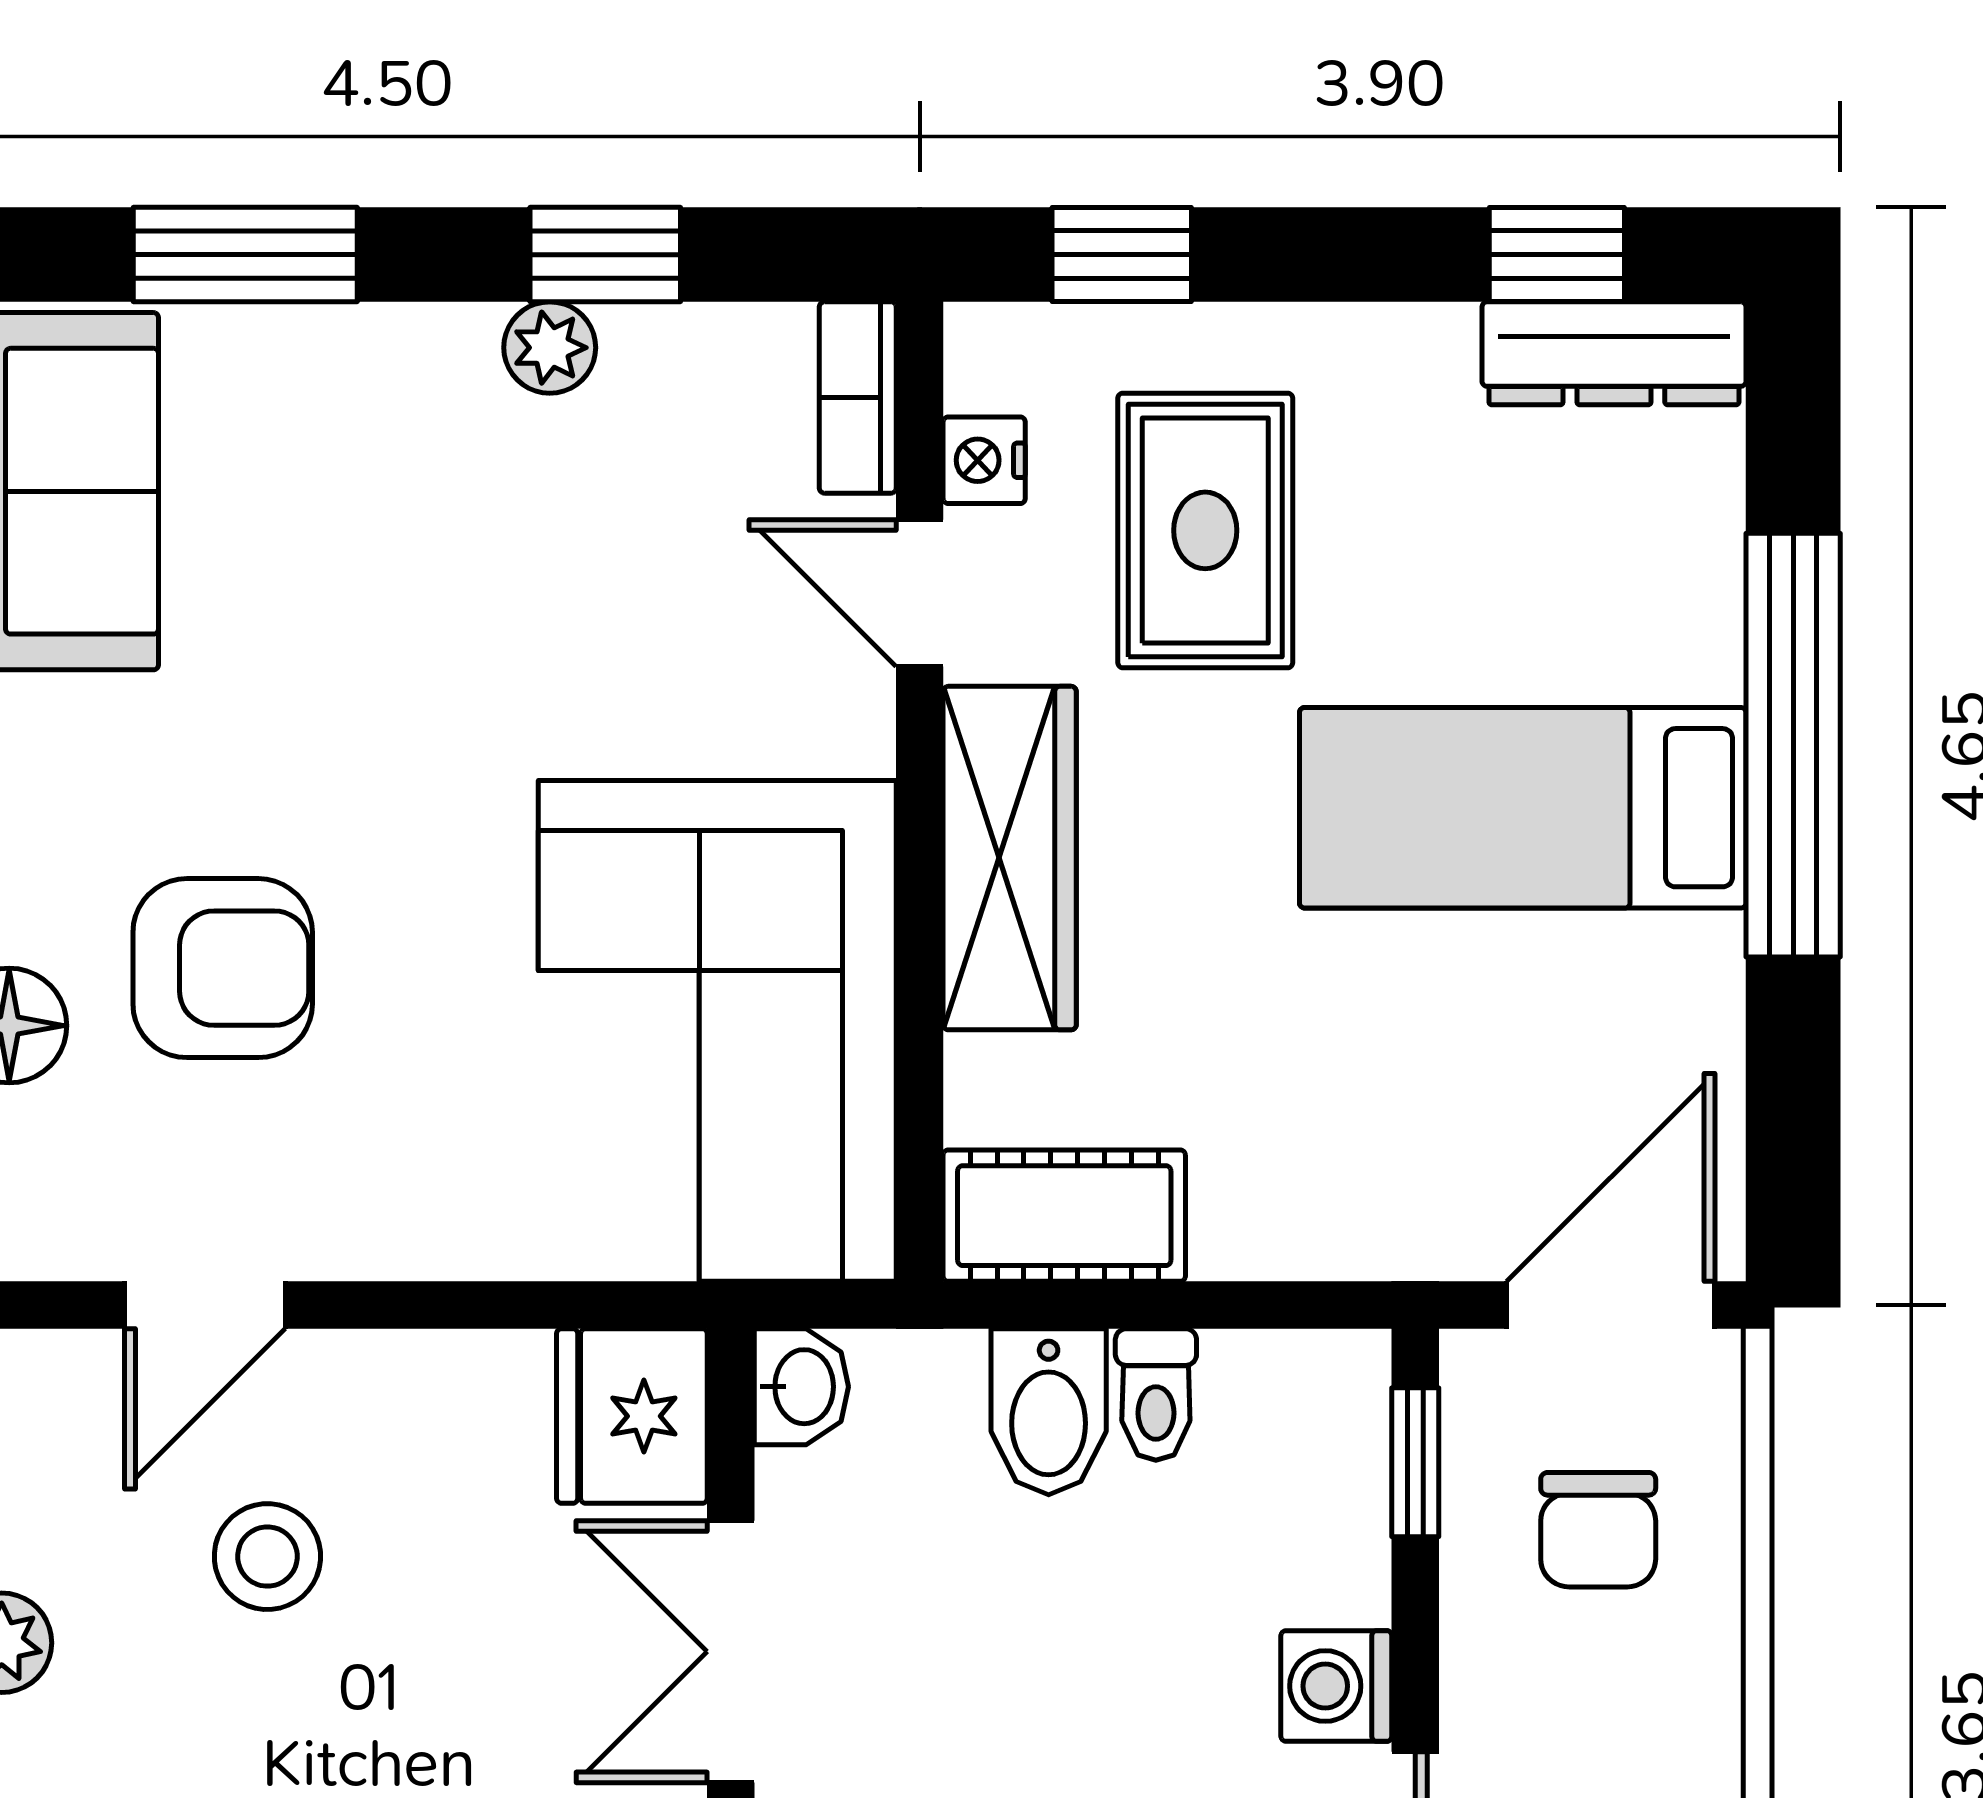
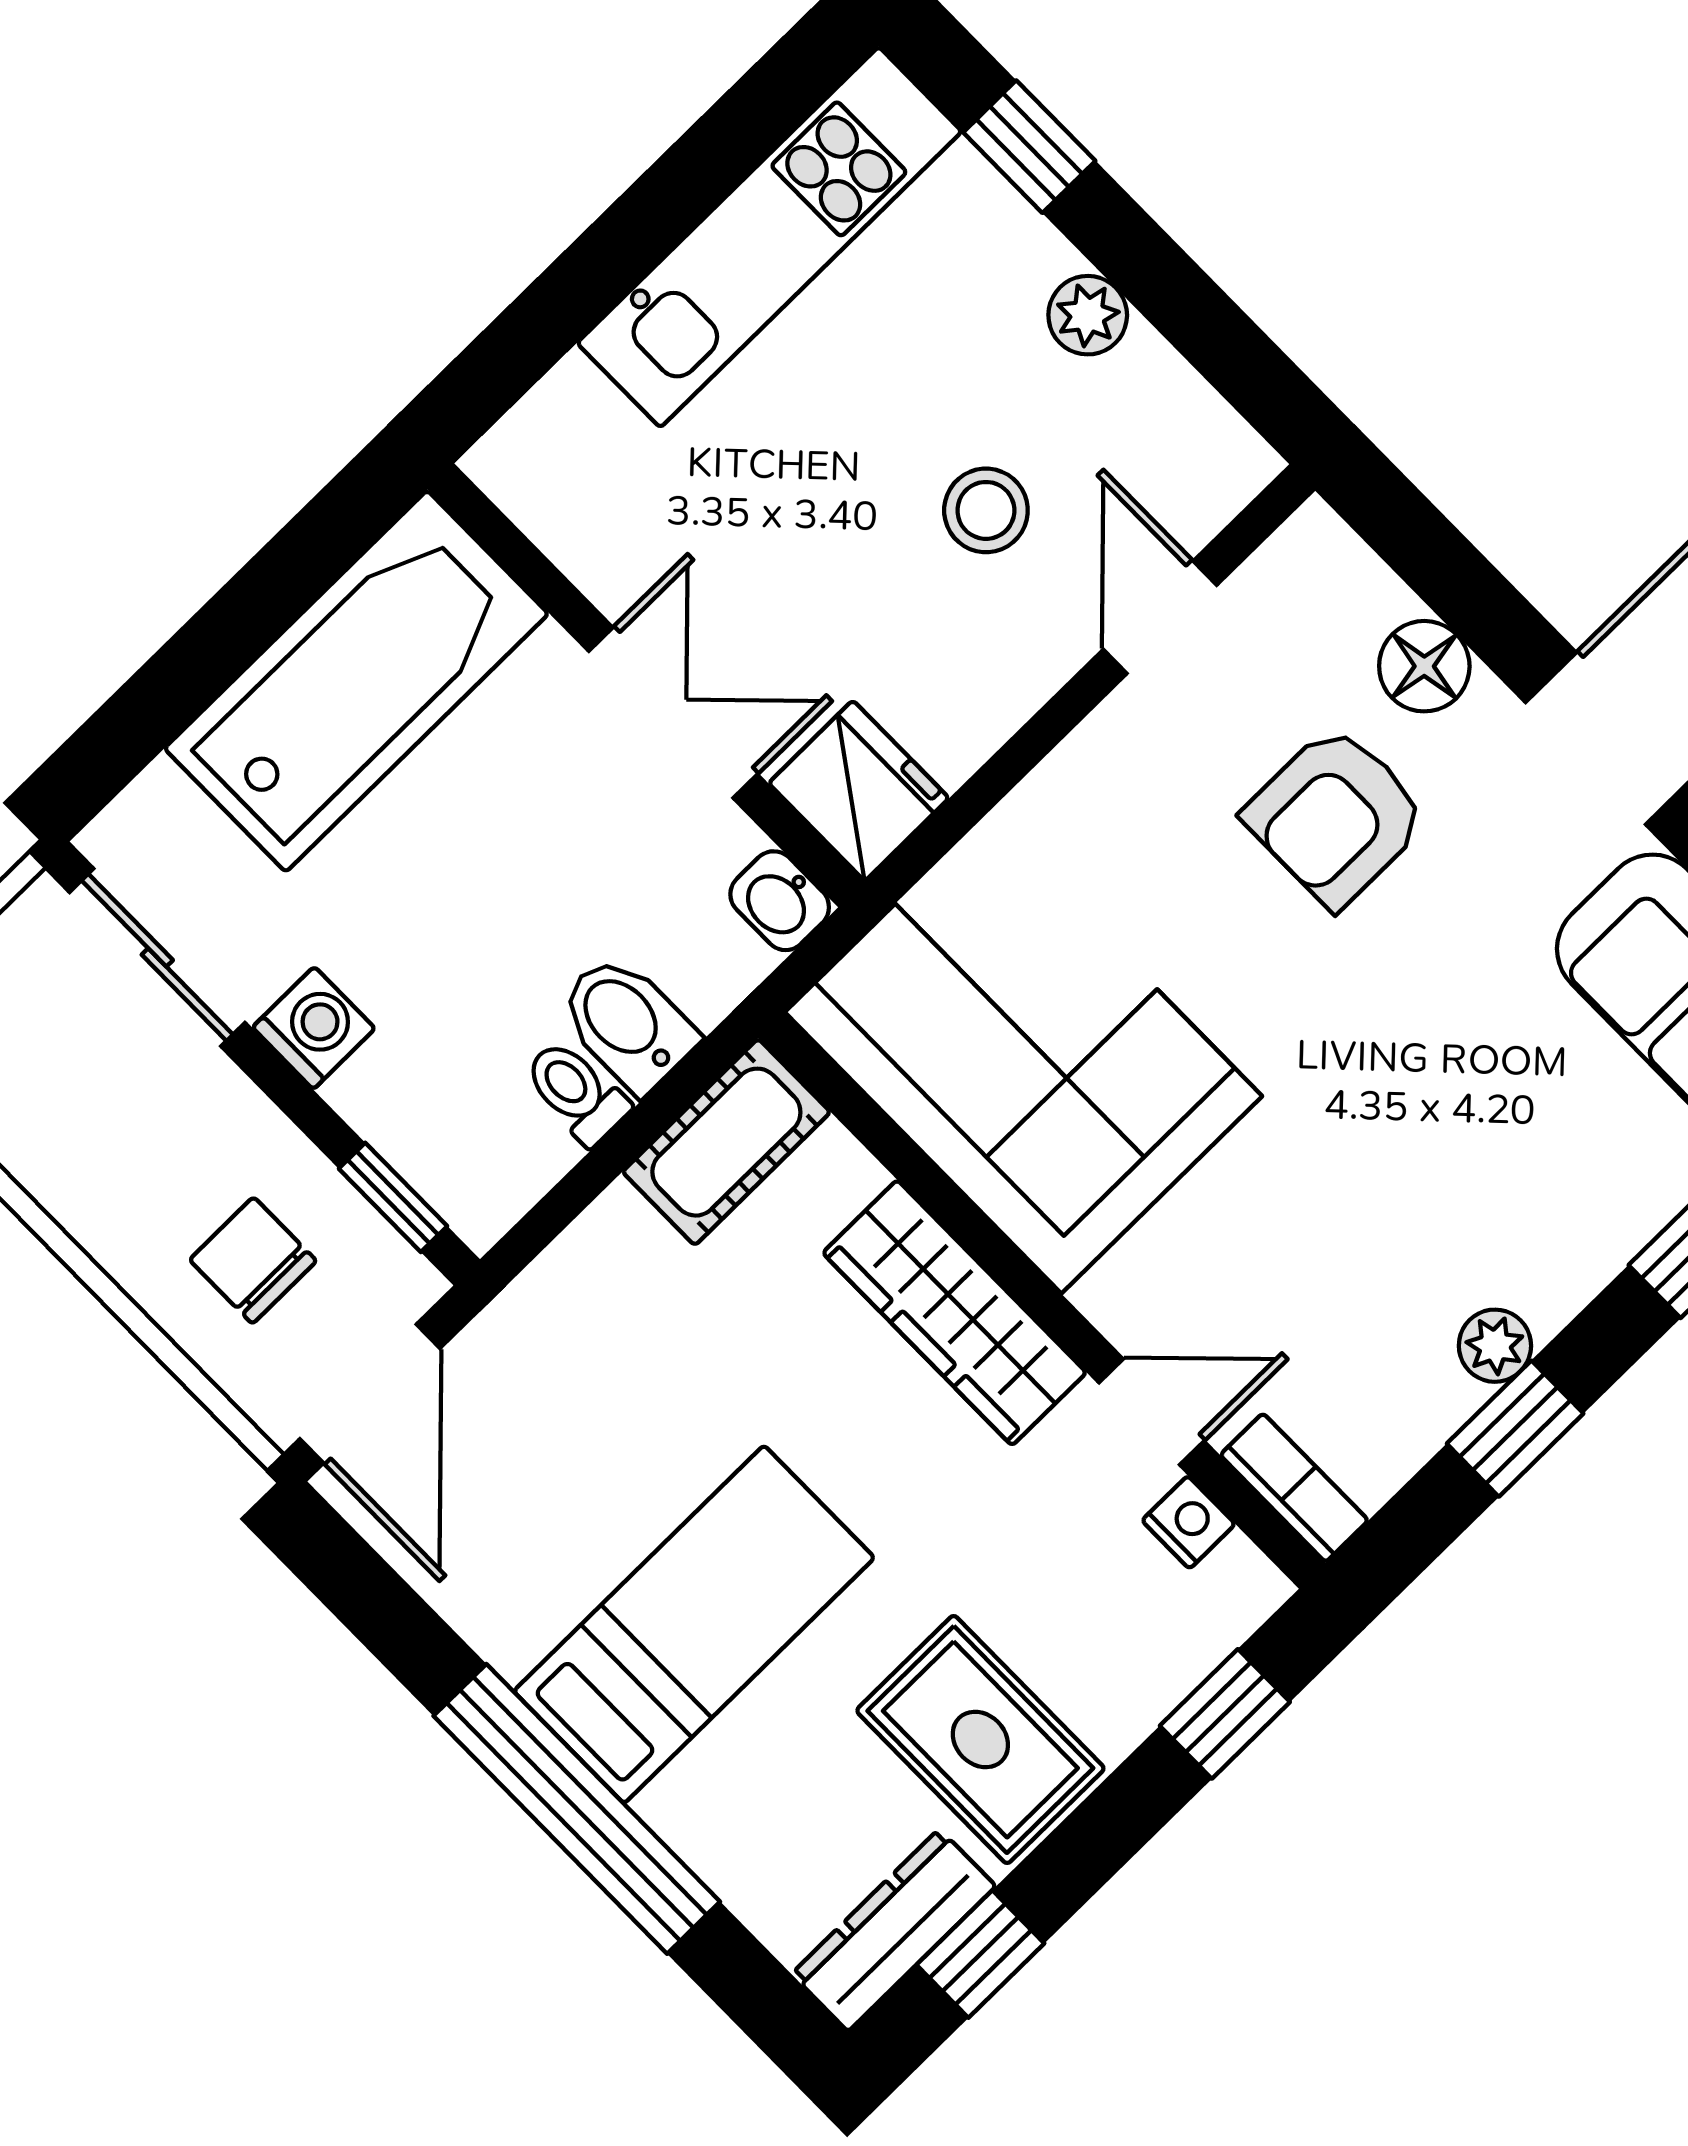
rug: (1205, 530) -> (980, 1739), moved

